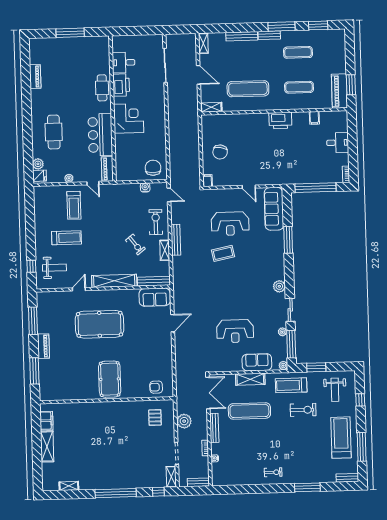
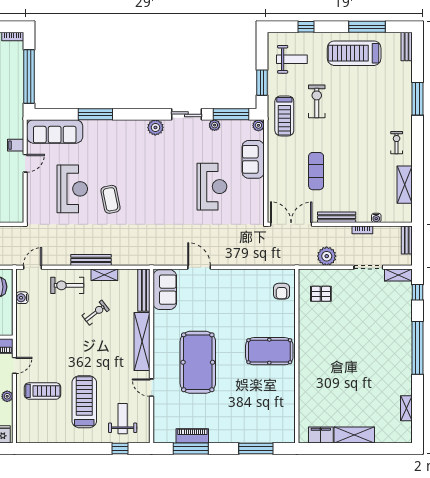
filing cabinet: (207, 181) -> (16, 145), moved
treadmill: (66, 238) -> (84, 402), width x1.37, depth x1.38
piano: (43, 346) -> (192, 436), moved
shelving: (250, 379) -> (405, 185), moved
exercise mat: (249, 411) -> (316, 171), width x0.73, depth x0.69

